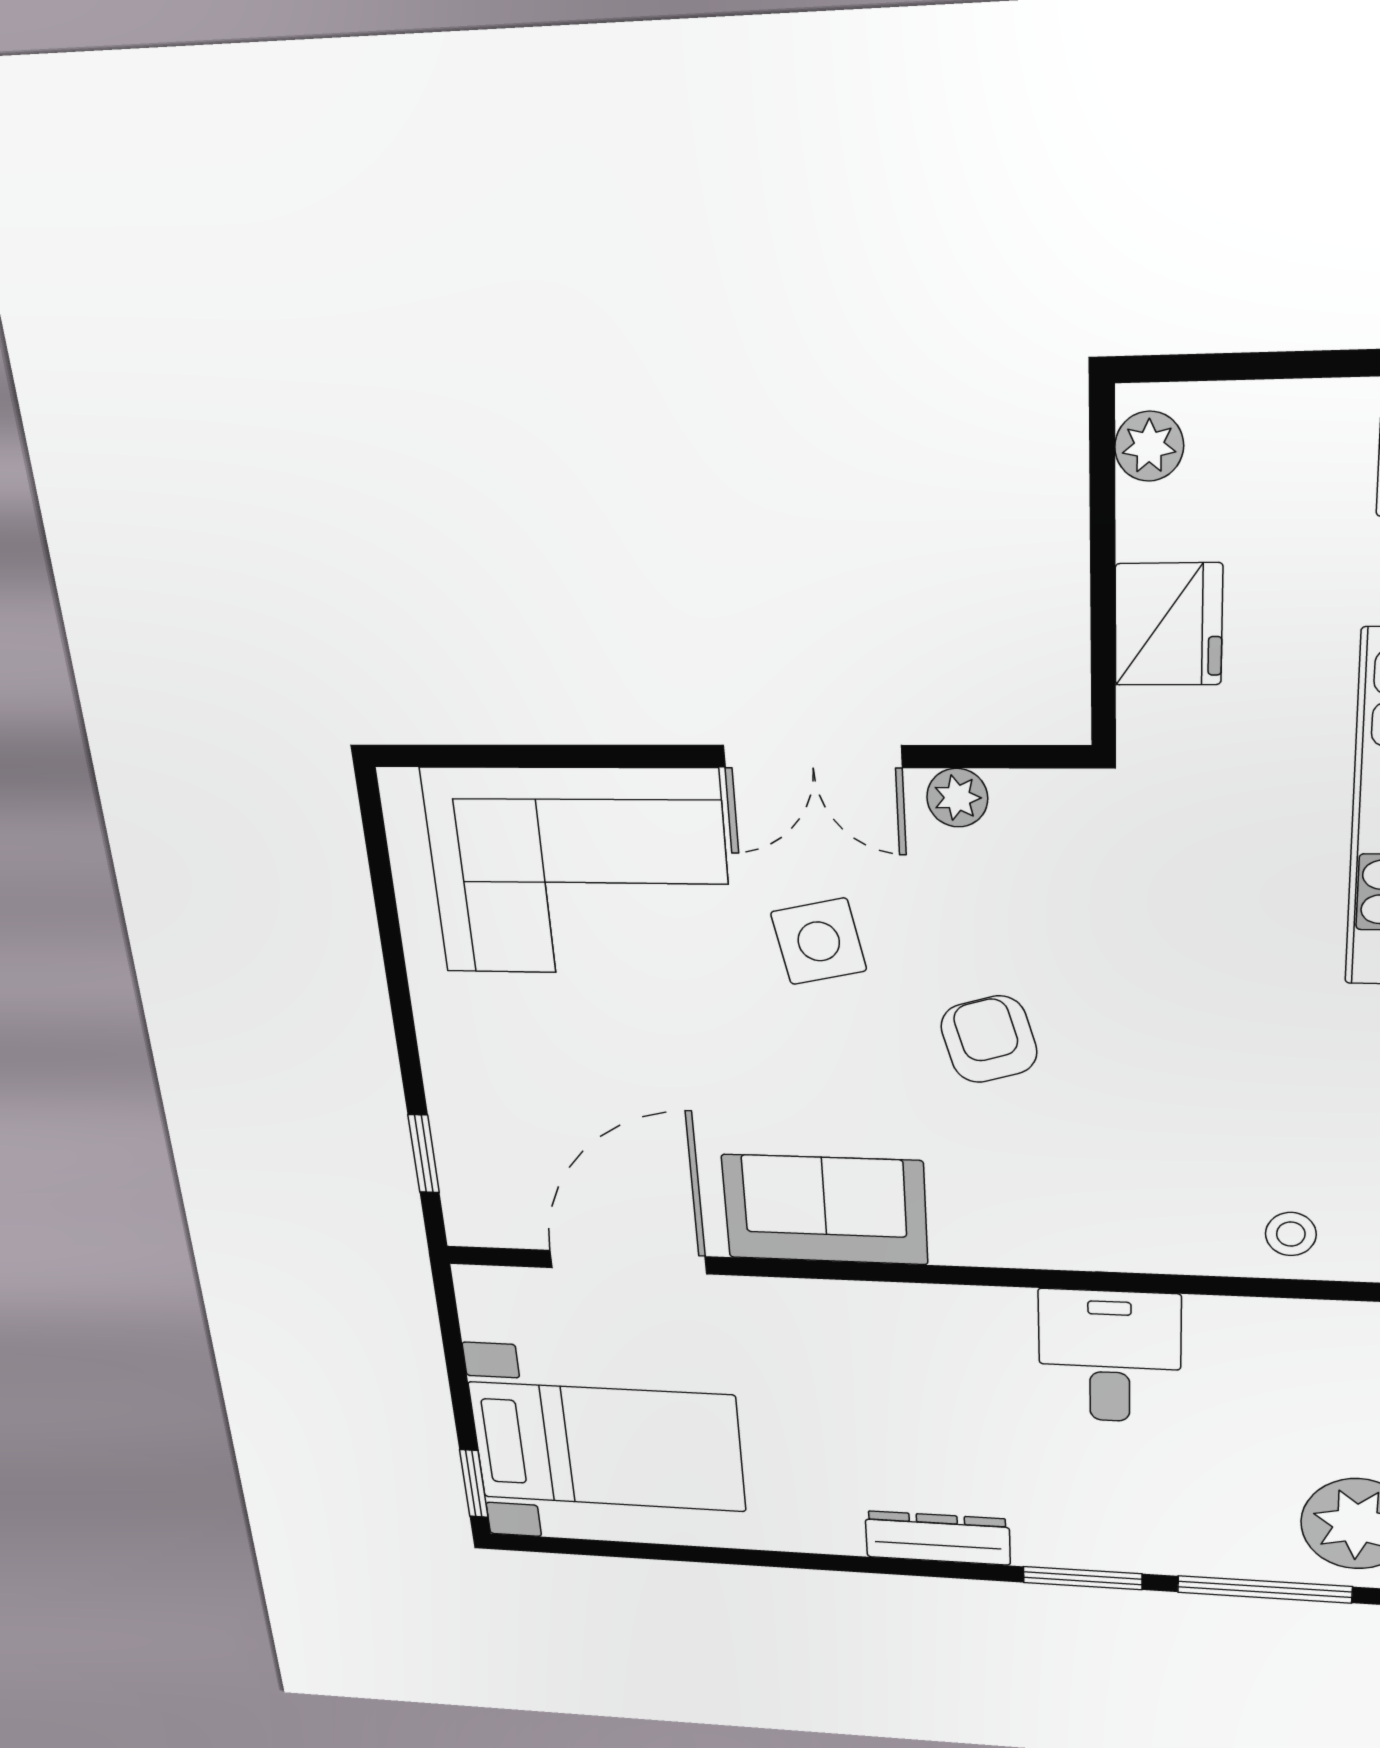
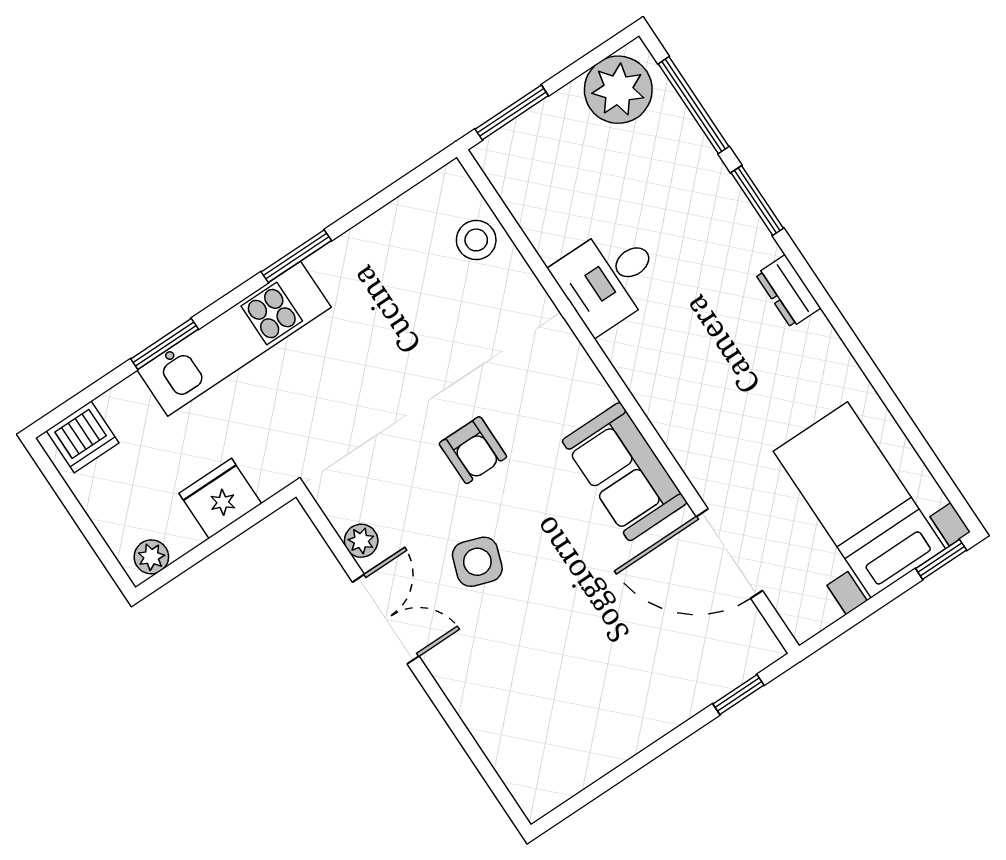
corner sofa: (579, 872) -> (520, 697), removed
side table: (819, 941) -> (477, 562), turned 31
armchair: (989, 1039) -> (473, 450), turned -74
stool: (1291, 1234) -> (476, 240), width x1.37, depth x1.37
dresser: (938, 1538) -> (788, 291), width x0.70

